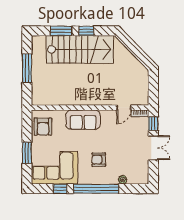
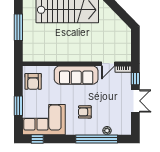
sofa: (83, 120) -> (76, 75), width x1.36
window: (60, 189) -> (37, 139), moved
window: (96, 189) -> (97, 139), moved

